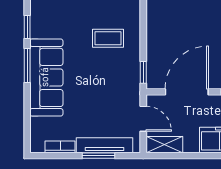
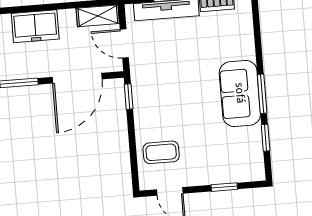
coffee table: (108, 38) -> (161, 152), moved
sofa: (46, 77) -> (240, 93), width x0.73

